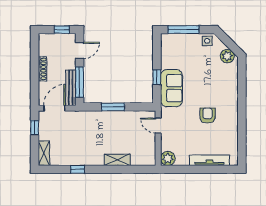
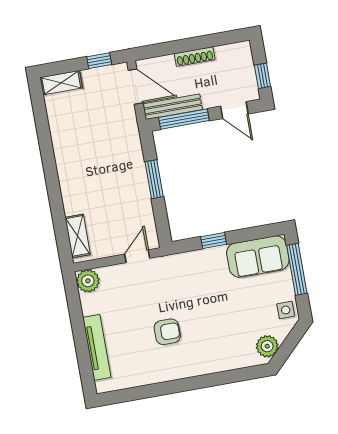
sofa: (171, 88) -> (258, 257), moved
shelving: (117, 160) -> (78, 236), moved
window: (77, 169) -> (45, 140), removed

